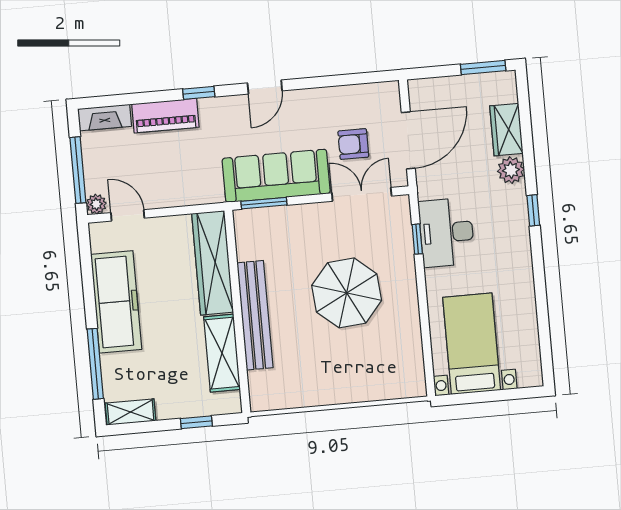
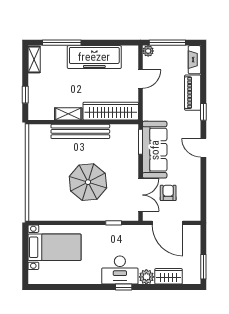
door: (128, 215) -> (140, 79), moved
desk: (447, 232) -> (120, 270), moved, turned 180
shelving: (222, 353) -> (68, 114), width x0.67, depth x0.75

